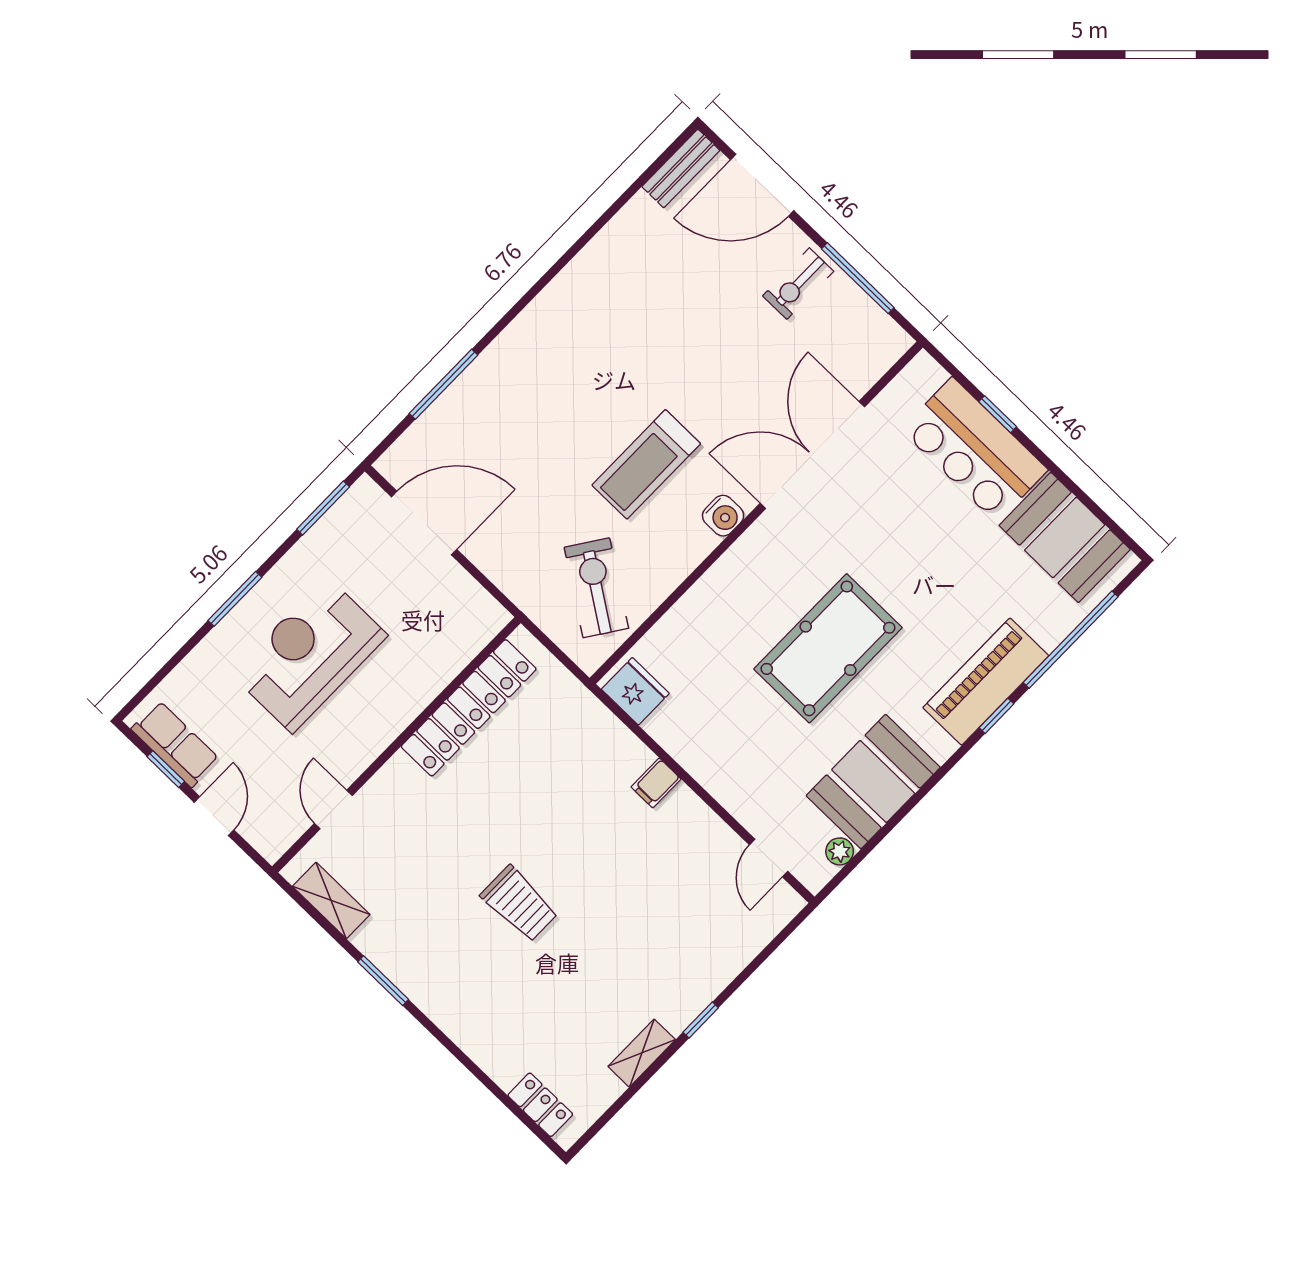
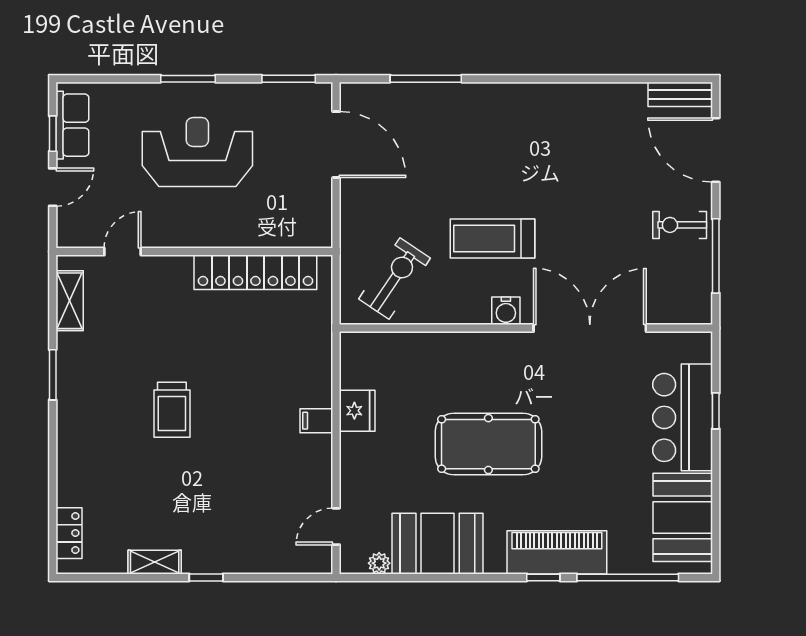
fridge: (635, 691) -> (357, 411), moved

